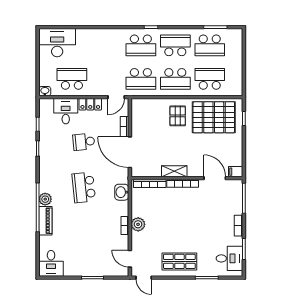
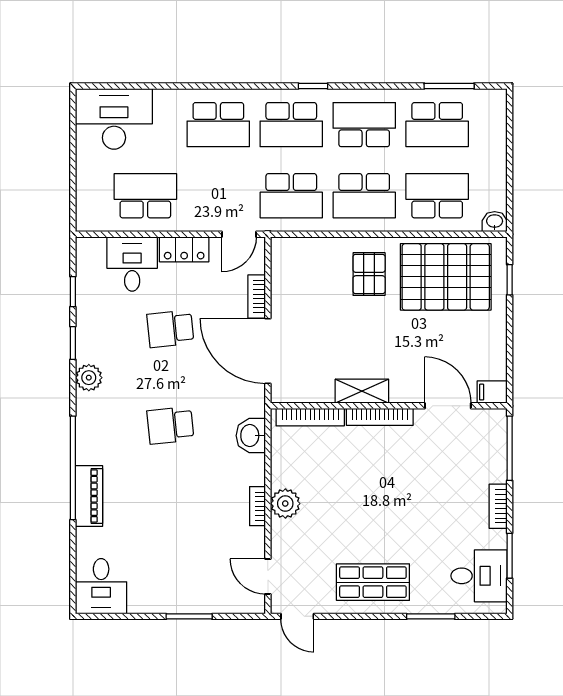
school desk: (106, 45) -> (218, 125), added
washbasin: (45, 91) -> (495, 222), moved
school desk: (84, 187) -> (170, 425), width x0.54
plant: (45, 199) -> (89, 378), moved

